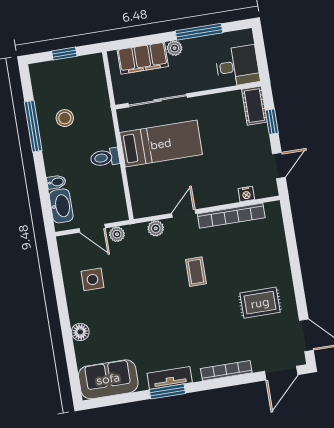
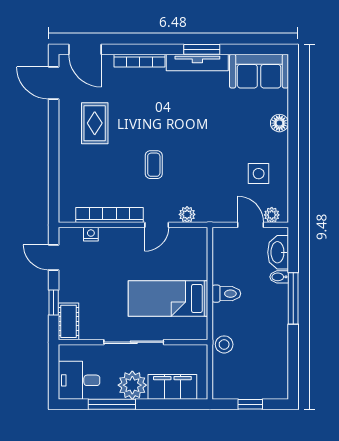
plant: (175, 48) -> (132, 385), width x1.88, depth x1.88
desk: (237, 66) -> (79, 380), moved
sliding door: (158, 100) -> (134, 342), moved
stool: (65, 118) -> (224, 344), moved
window: (33, 126) -> (293, 298), moved
door: (279, 165) -> (54, 257), hinge flipped
plant: (117, 234) -> (272, 215), moved
rug: (260, 303) -> (95, 123), turned 90
door: (281, 373) -> (85, 49), swing flipped
tv unit: (170, 378) -> (197, 63), width x1.41

